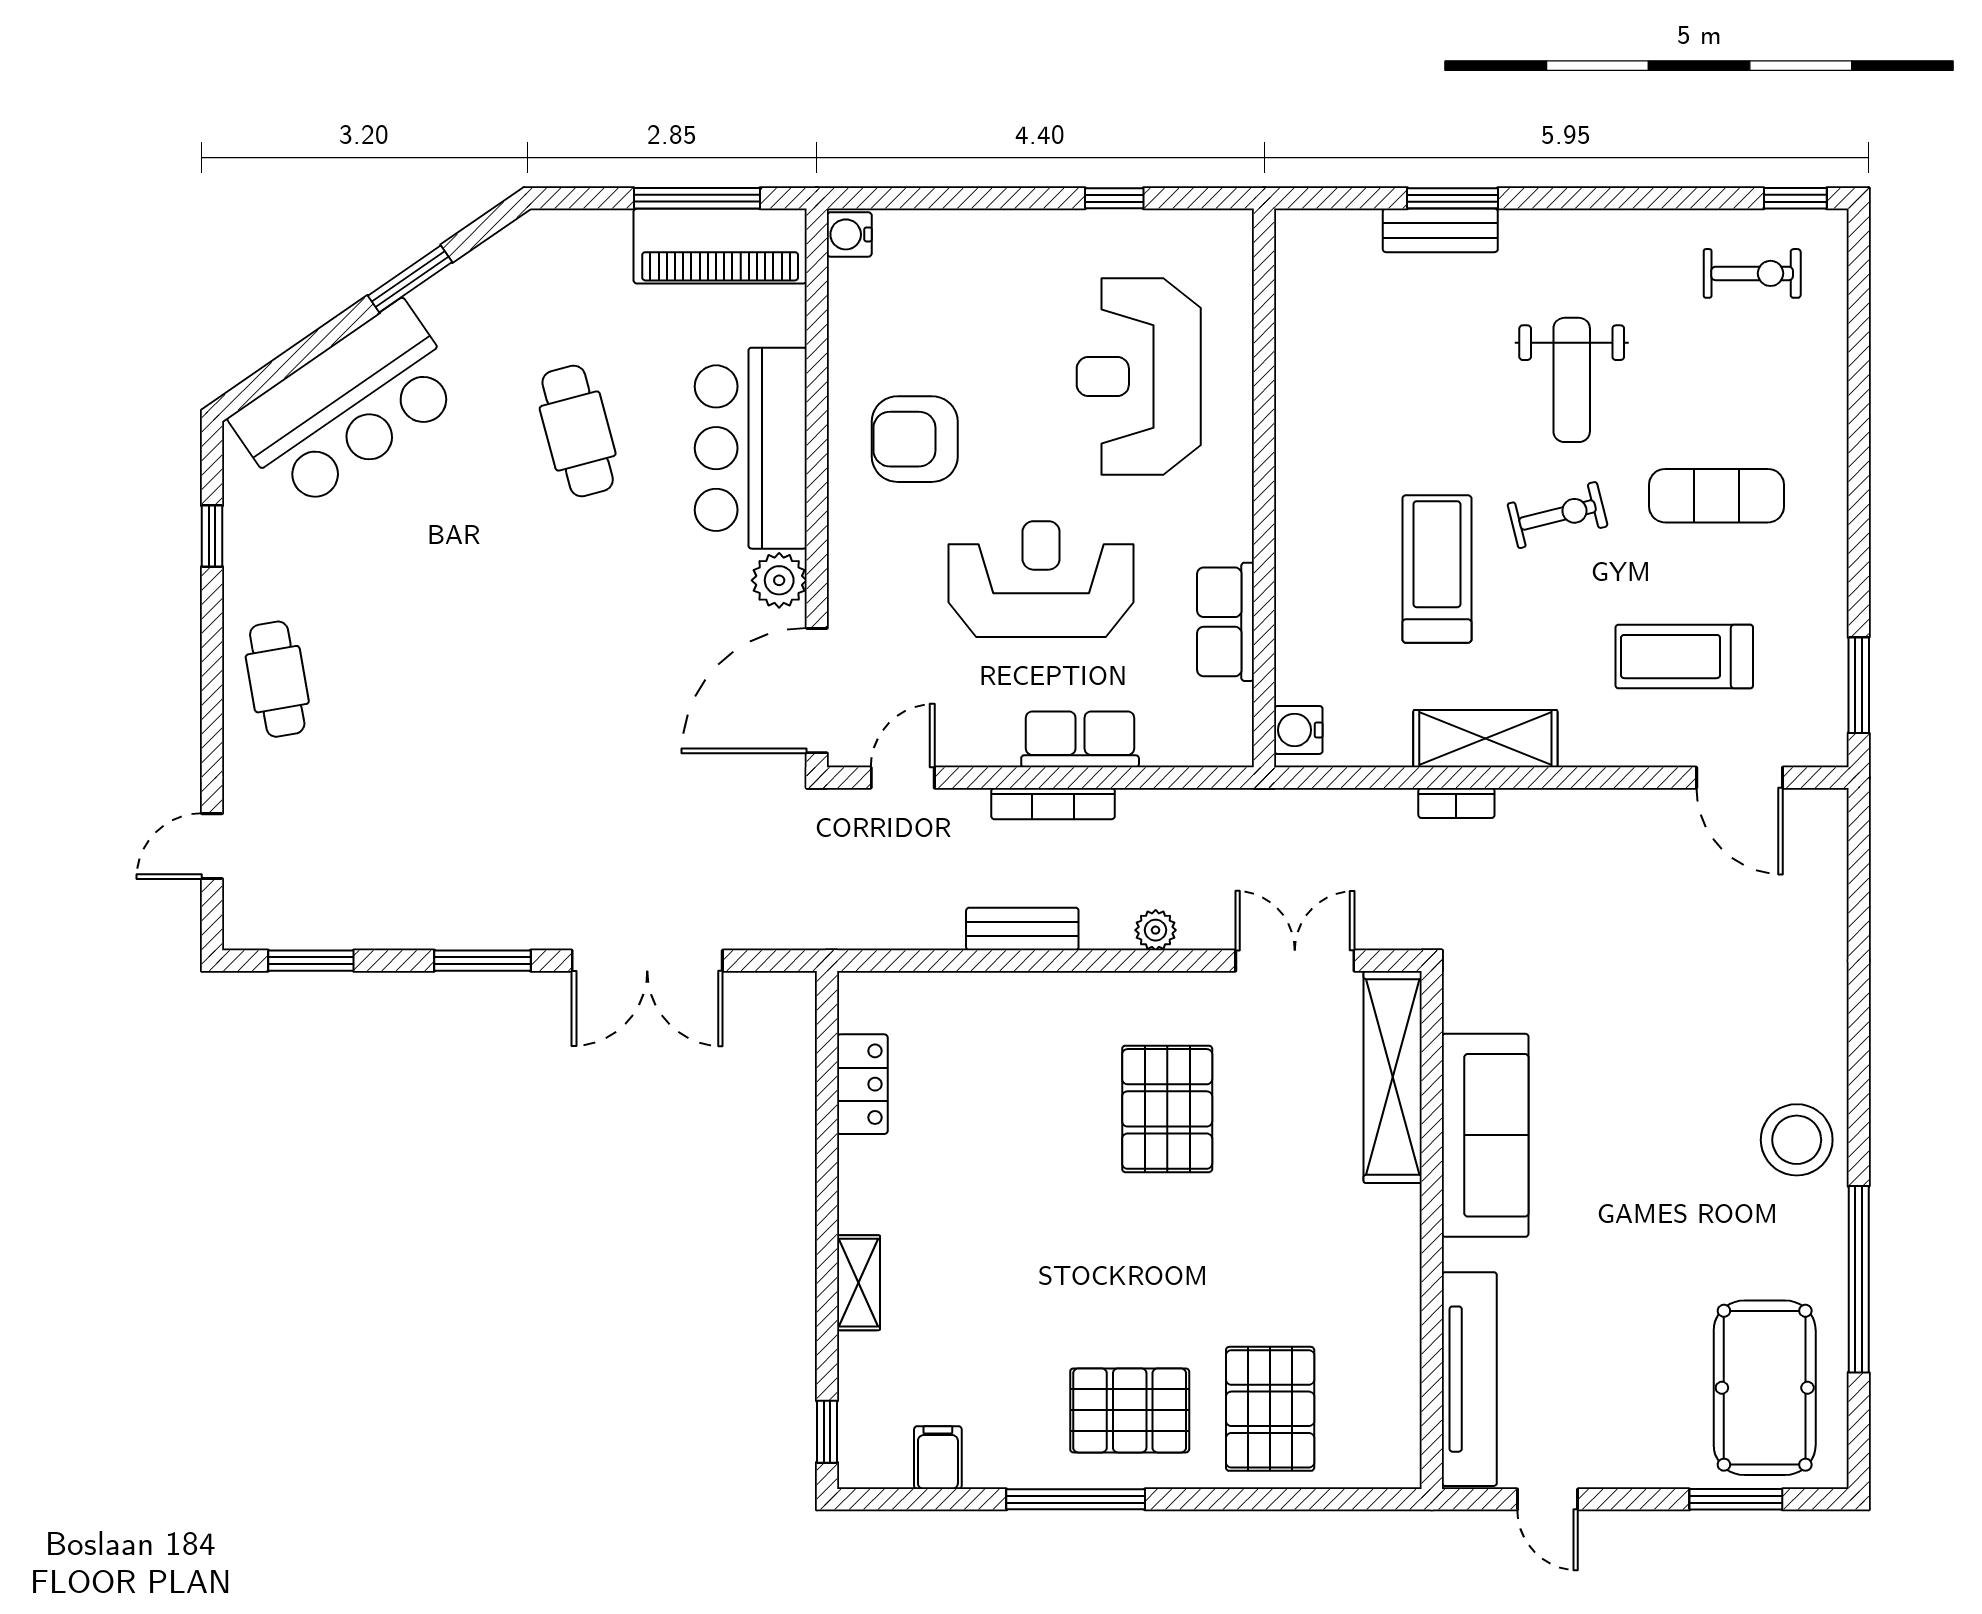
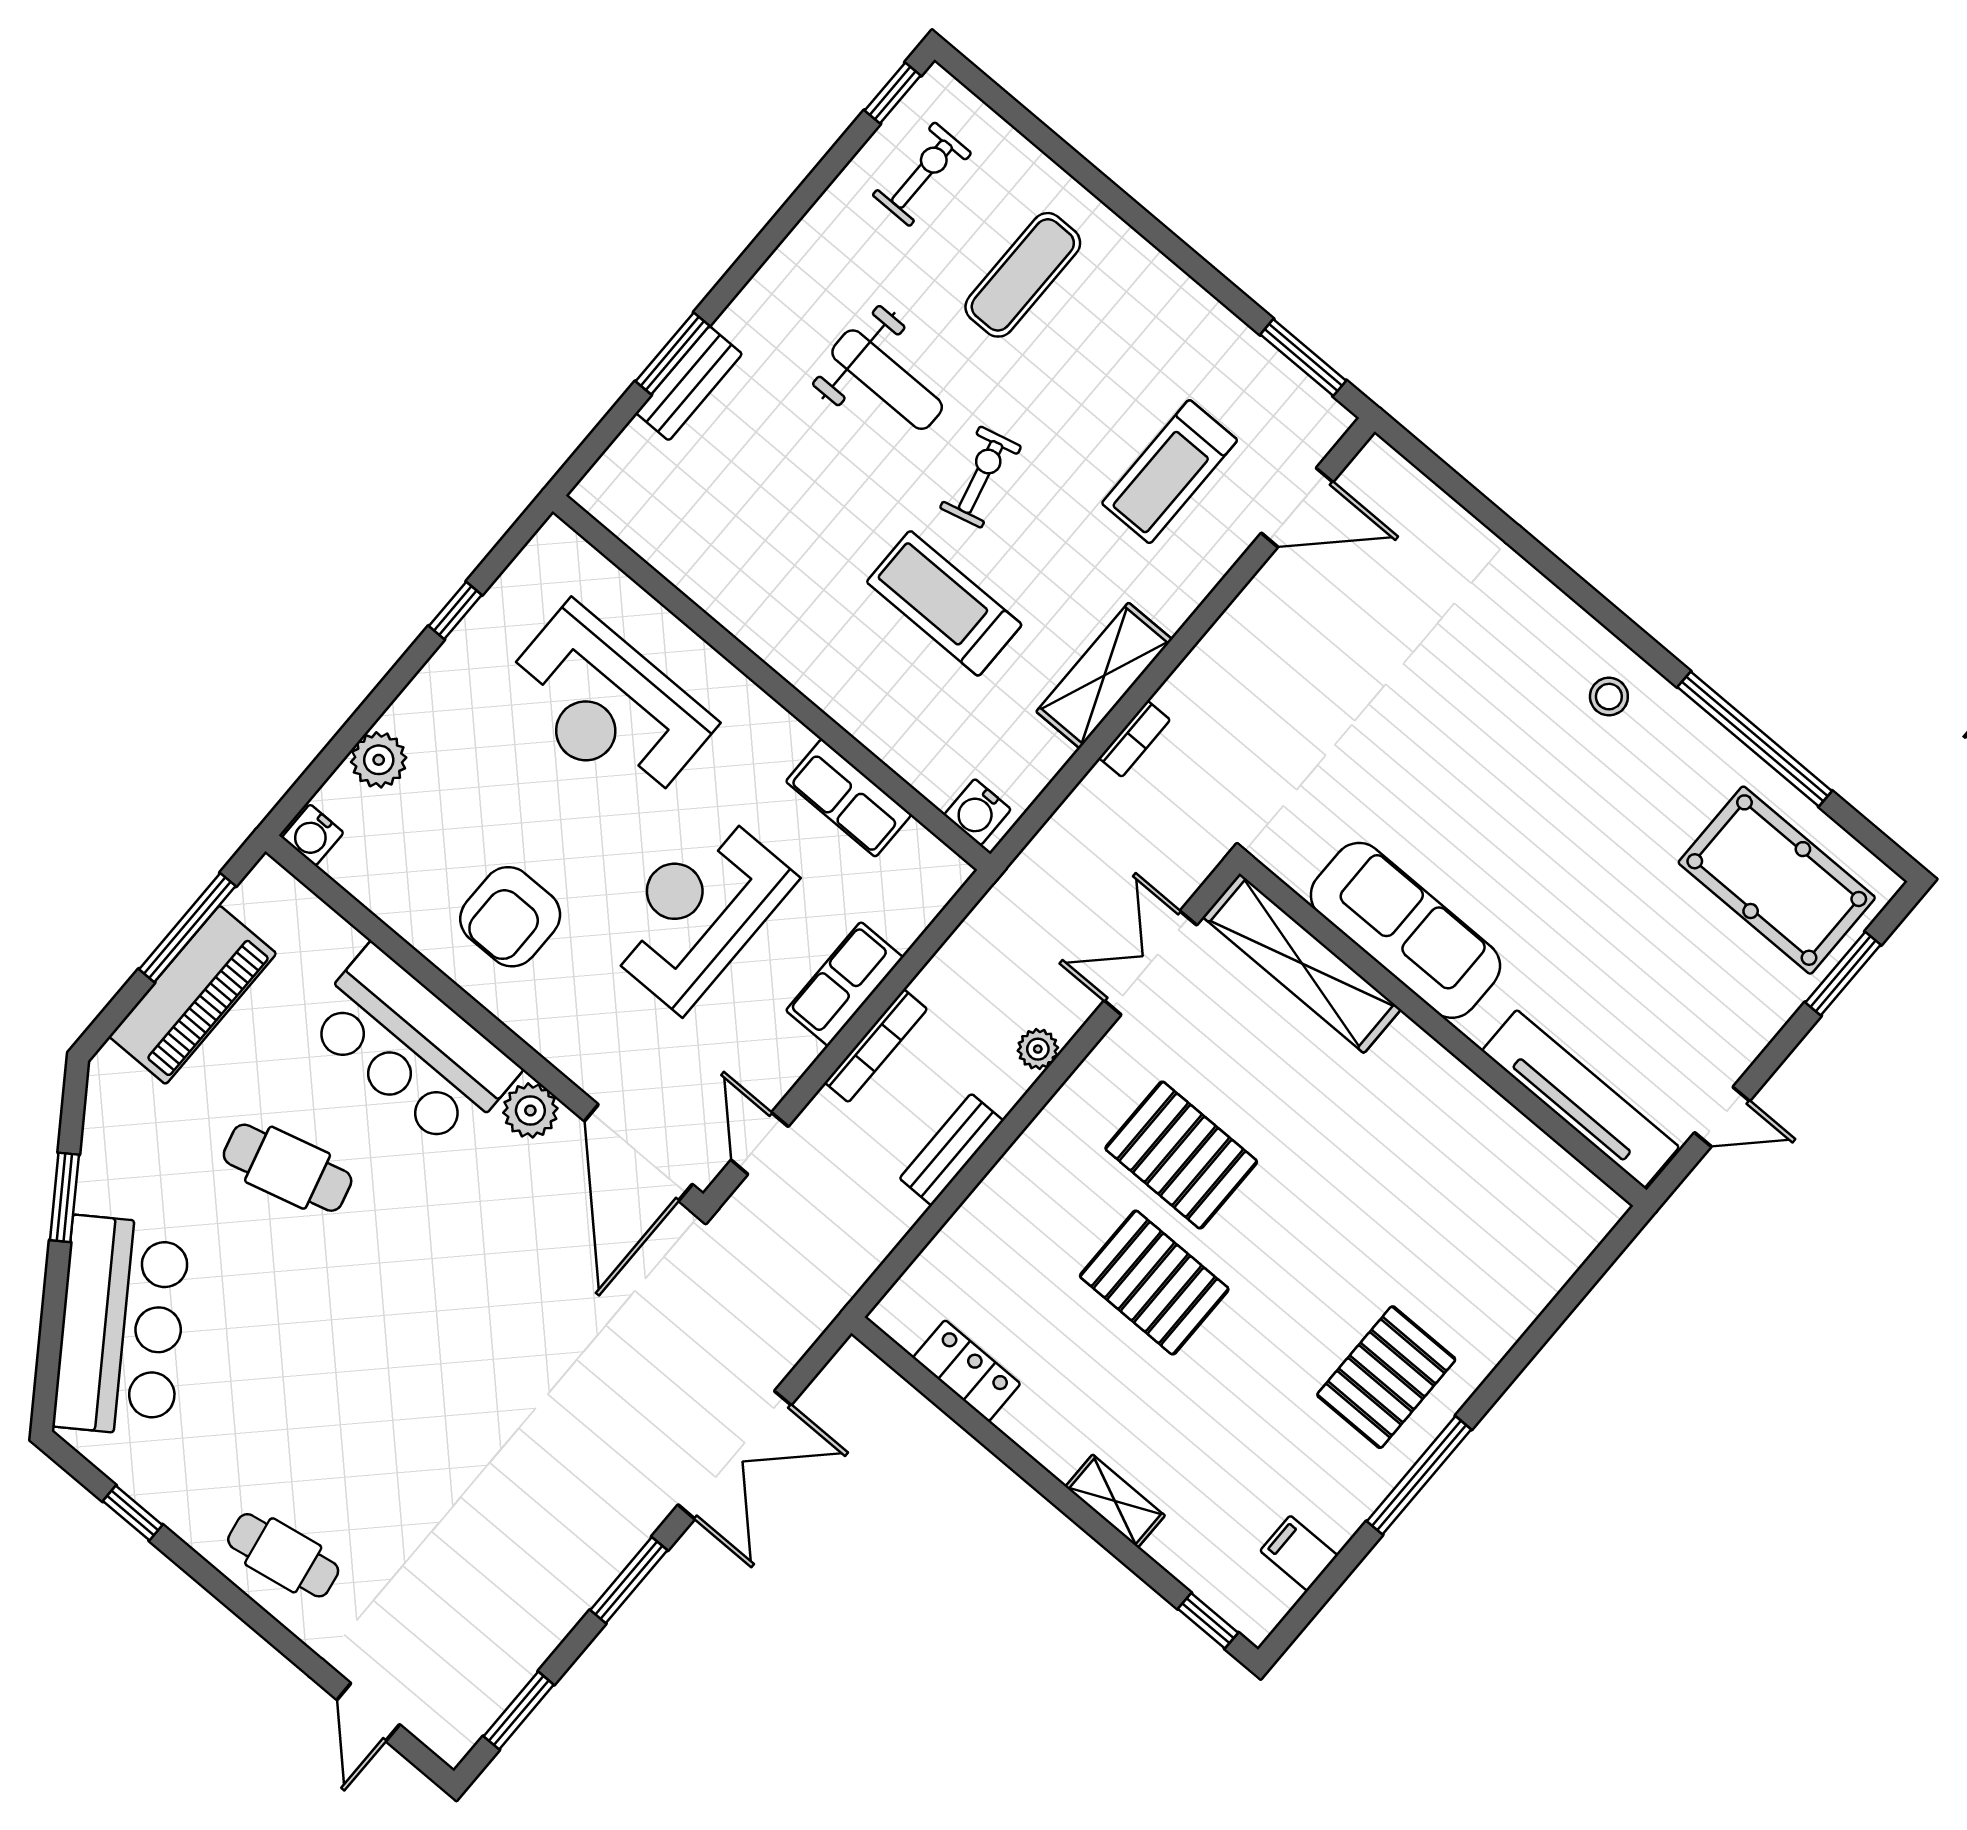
plant: (950, 236) -> (379, 760), added
piano: (720, 246) -> (193, 995), moved
exercise mat: (1716, 496) -> (1023, 275), moved
stool: (1797, 1140) -> (1609, 697), width x0.53, depth x0.53
pallet: (1270, 1409) -> (1154, 1283), moved

